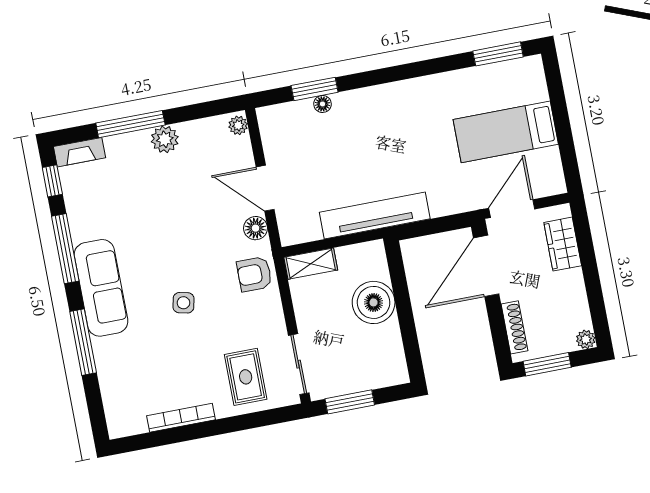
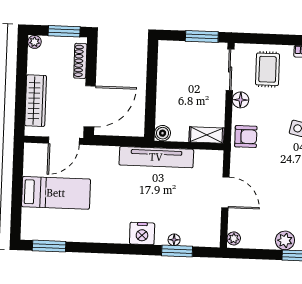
nightstand: (370, 102) -> (142, 234), added
floor lamp: (256, 228) -> (241, 100), moved
wardrobe: (563, 244) -> (36, 101), width x1.50
boiler: (374, 302) -> (163, 133), moved, width x0.54, depth x0.54

